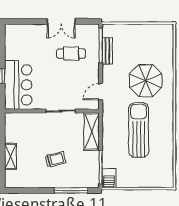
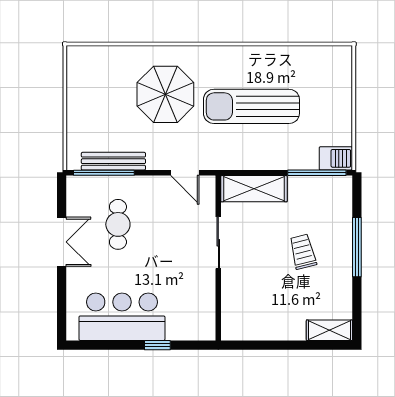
bench: (107, 51) -> (113, 161), width x1.36
bar counter: (18, 85) -> (122, 317), moved
shelving: (10, 156) -> (329, 330), moved
window: (71, 190) -> (357, 247), moved

